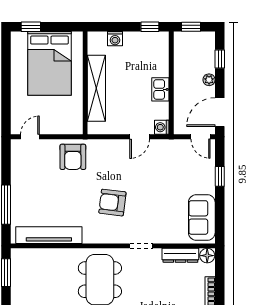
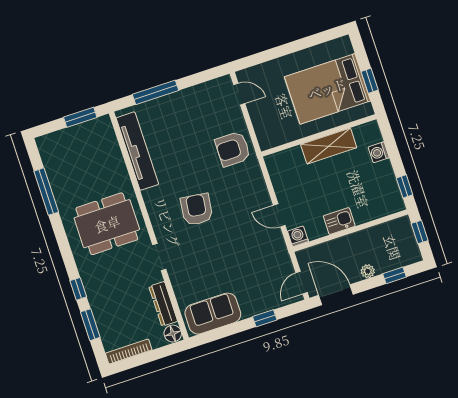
window: (31, 27) -> (370, 81), moved
shelving: (96, 88) -> (329, 146), width x0.68

